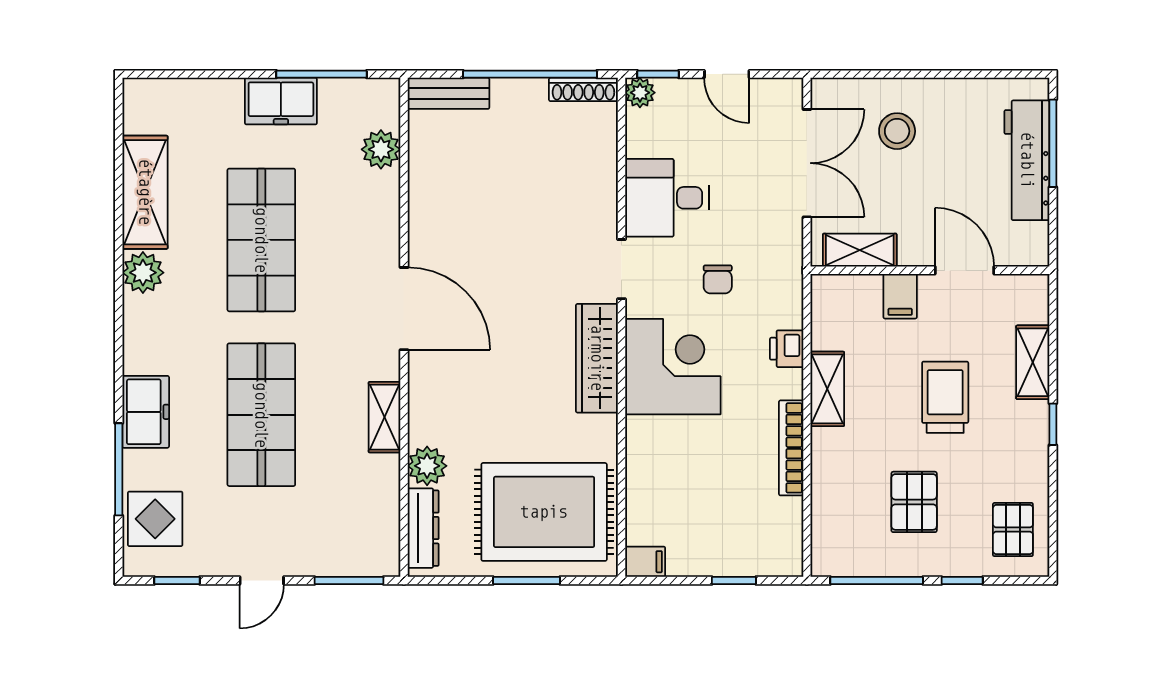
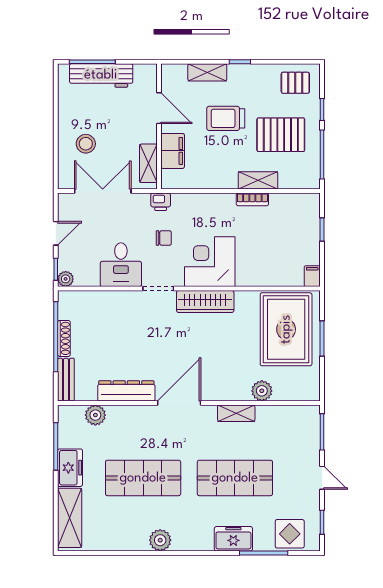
shoe rack: (583, 89) -> (64, 338), moved
shelving: (145, 192) -> (70, 518), moved, turned 90
door: (965, 270) -> (159, 108), swing flipped
filing cabinet: (900, 296) -> (173, 151), width x2.00
printer: (787, 349) -> (161, 202), moved
shelving: (827, 389) -> (258, 180), moved
bookcase: (791, 448) -> (252, 199), width x0.64
pallet: (914, 502) -> (281, 135), width x1.50, depth x1.42
dresser: (423, 528) -> (126, 391), moved, width x1.37, depth x1.24

